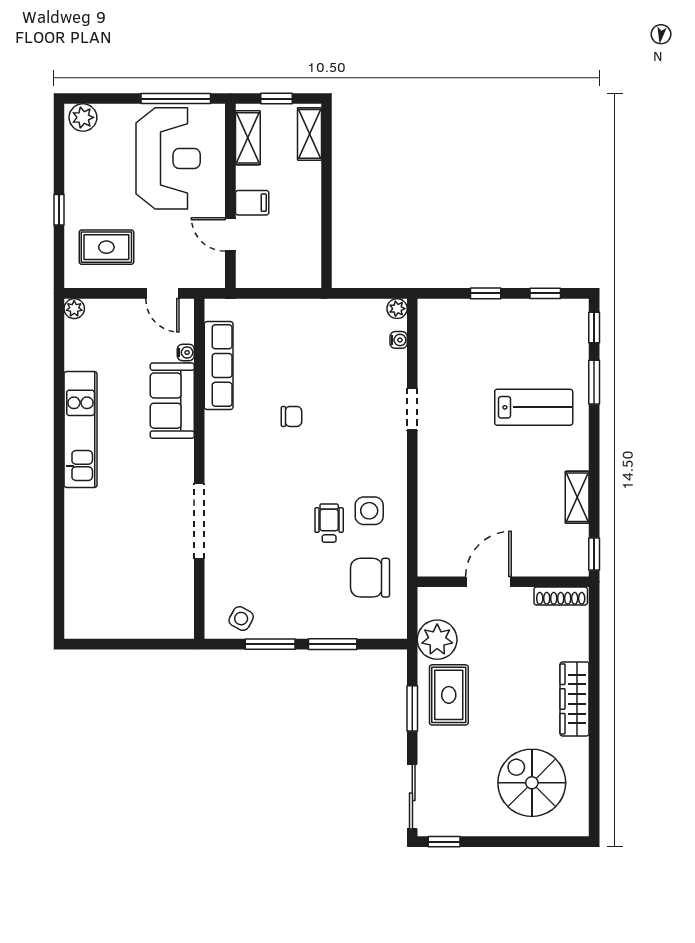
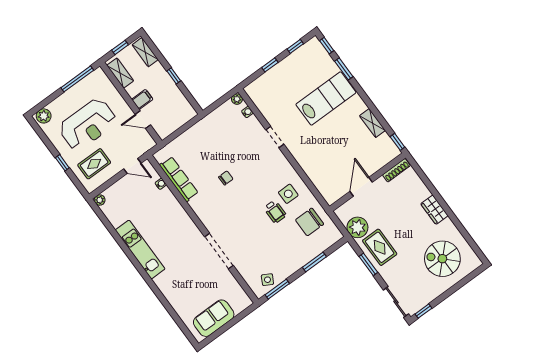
reception desk: (168, 158) -> (88, 124), moved, turned 90
window: (327, 202) -> (174, 76), added
sofa: (172, 401) -> (214, 318), moved, turned 90
lab bench: (534, 407) -> (326, 98), width x1.36, depth x1.39
wheelchair: (329, 523) -> (275, 212), turned 180
window: (270, 644) -> (277, 289), moved
wardrobe: (575, 699) -> (434, 210), width x0.67

